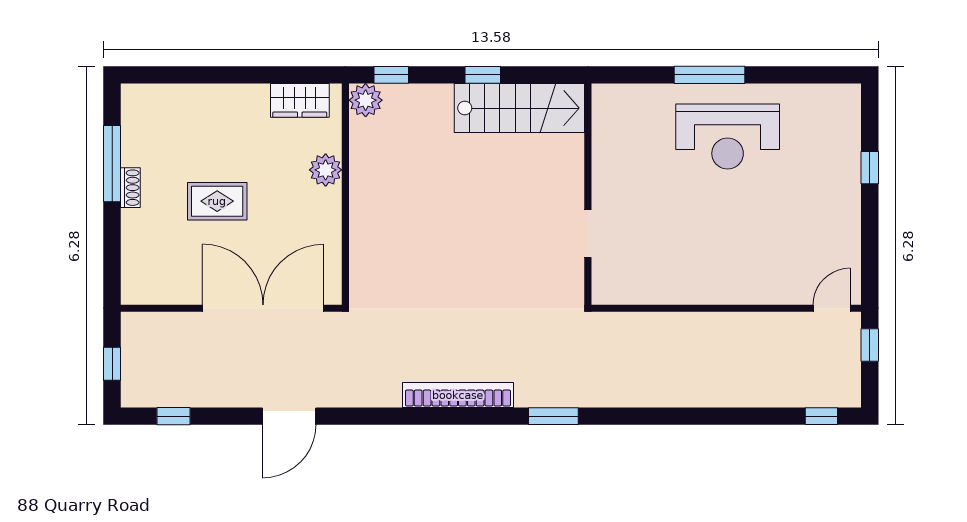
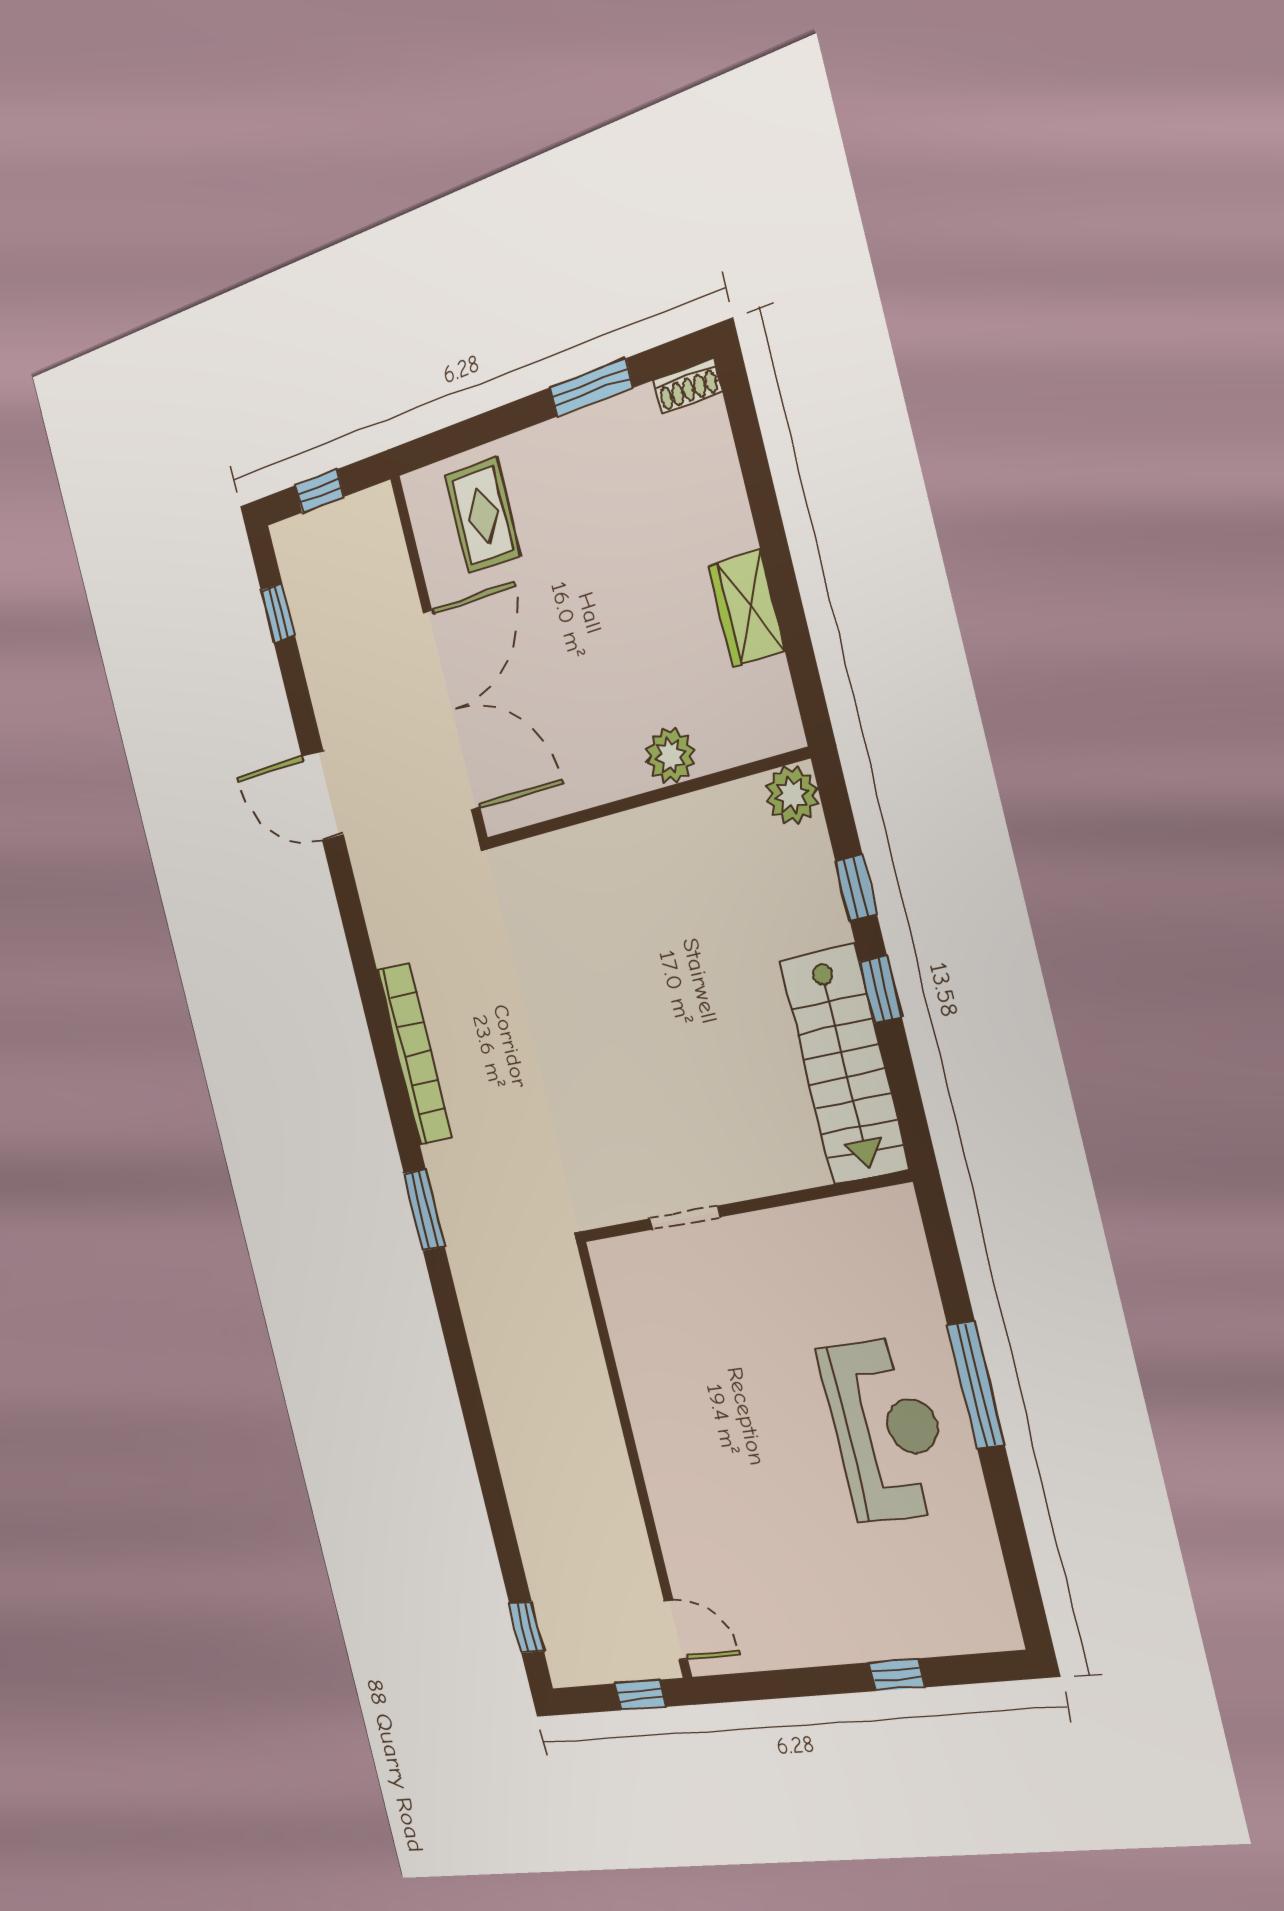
window: (391, 75) -> (856, 888), moved
wardrobe: (300, 100) -> (746, 608), moved
reception desk: (728, 137) -> (886, 1429), turned 180
window: (112, 164) -> (591, 388), width x0.69
shoe rack: (130, 188) -> (688, 386), moved
rug: (217, 201) -> (483, 515), moved

